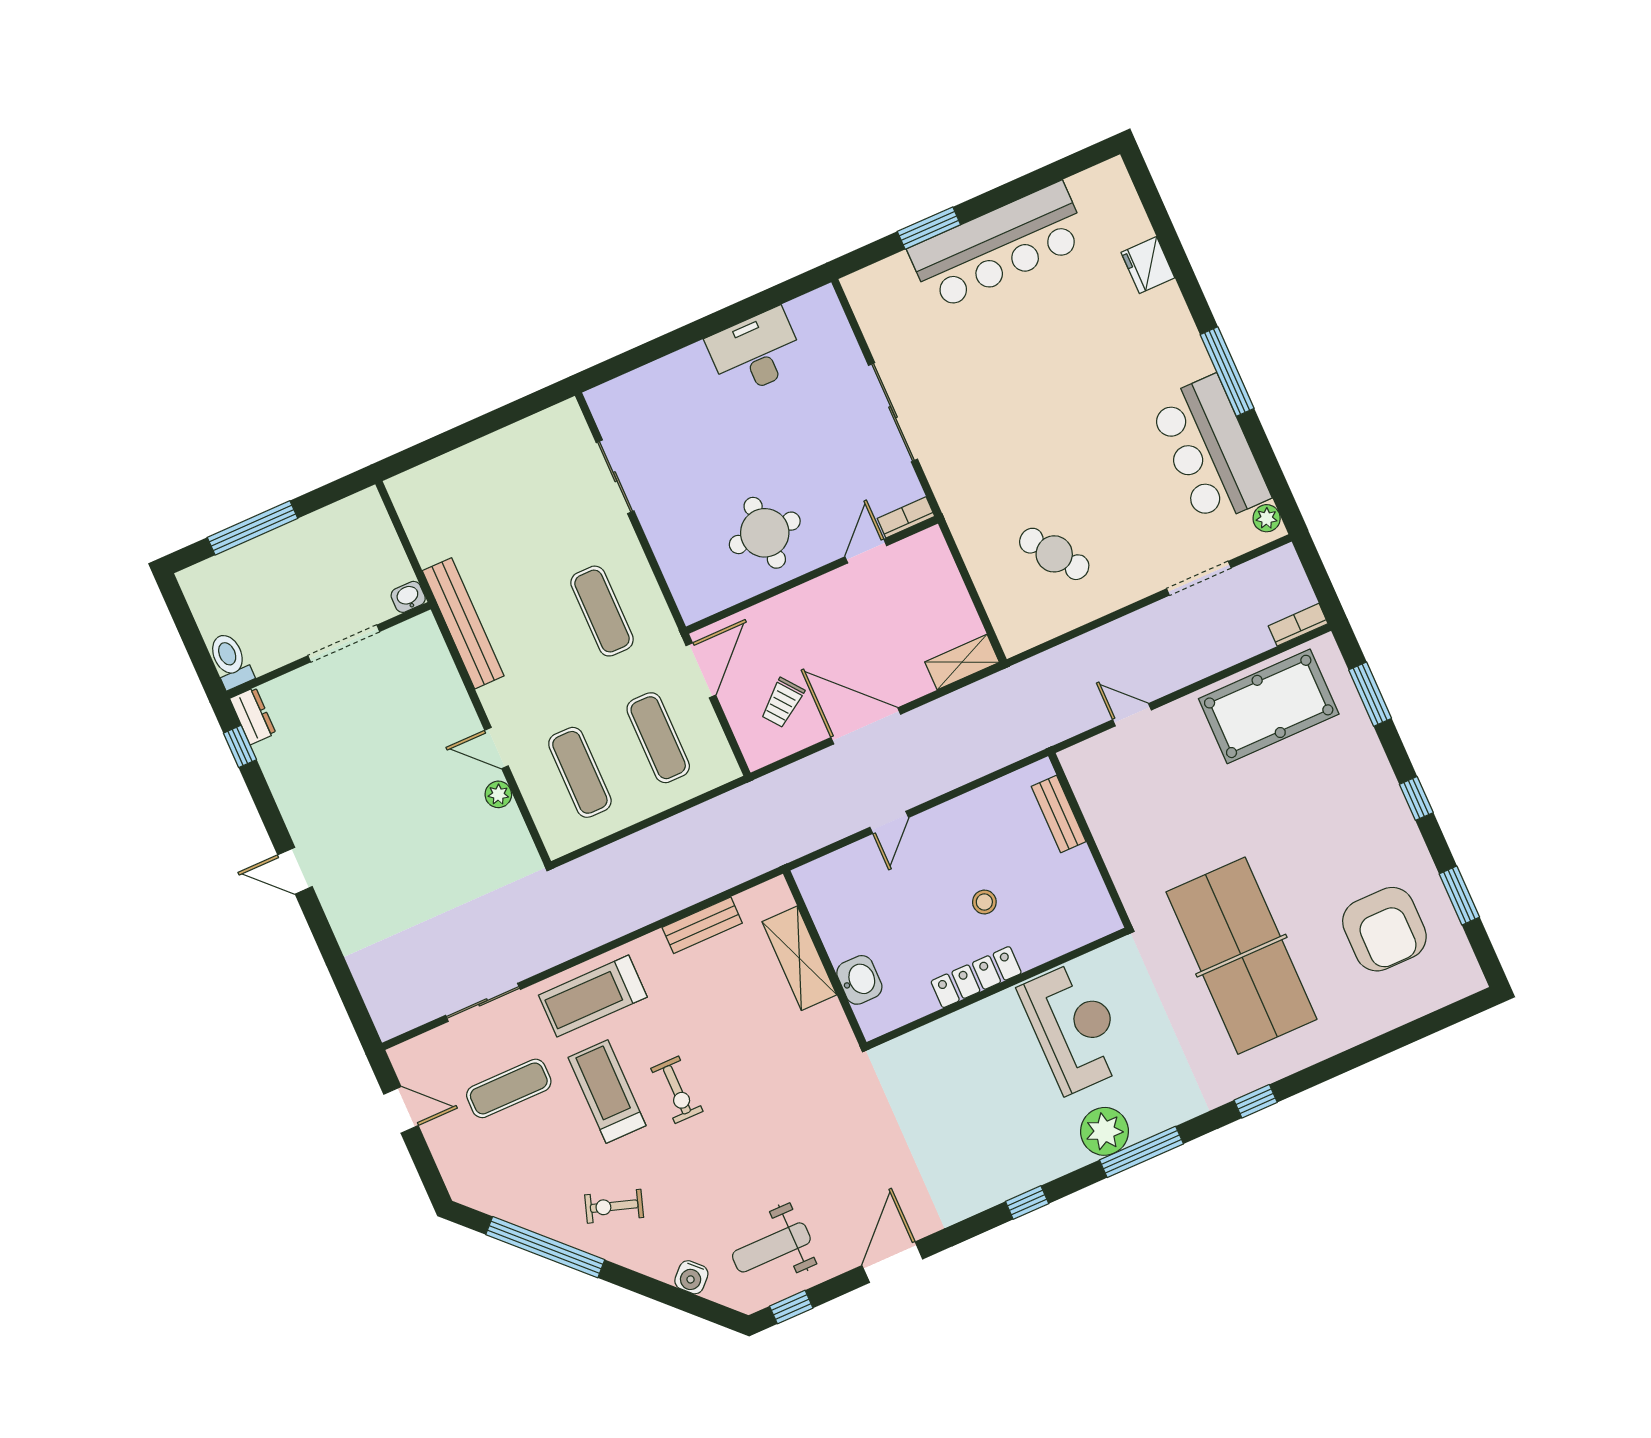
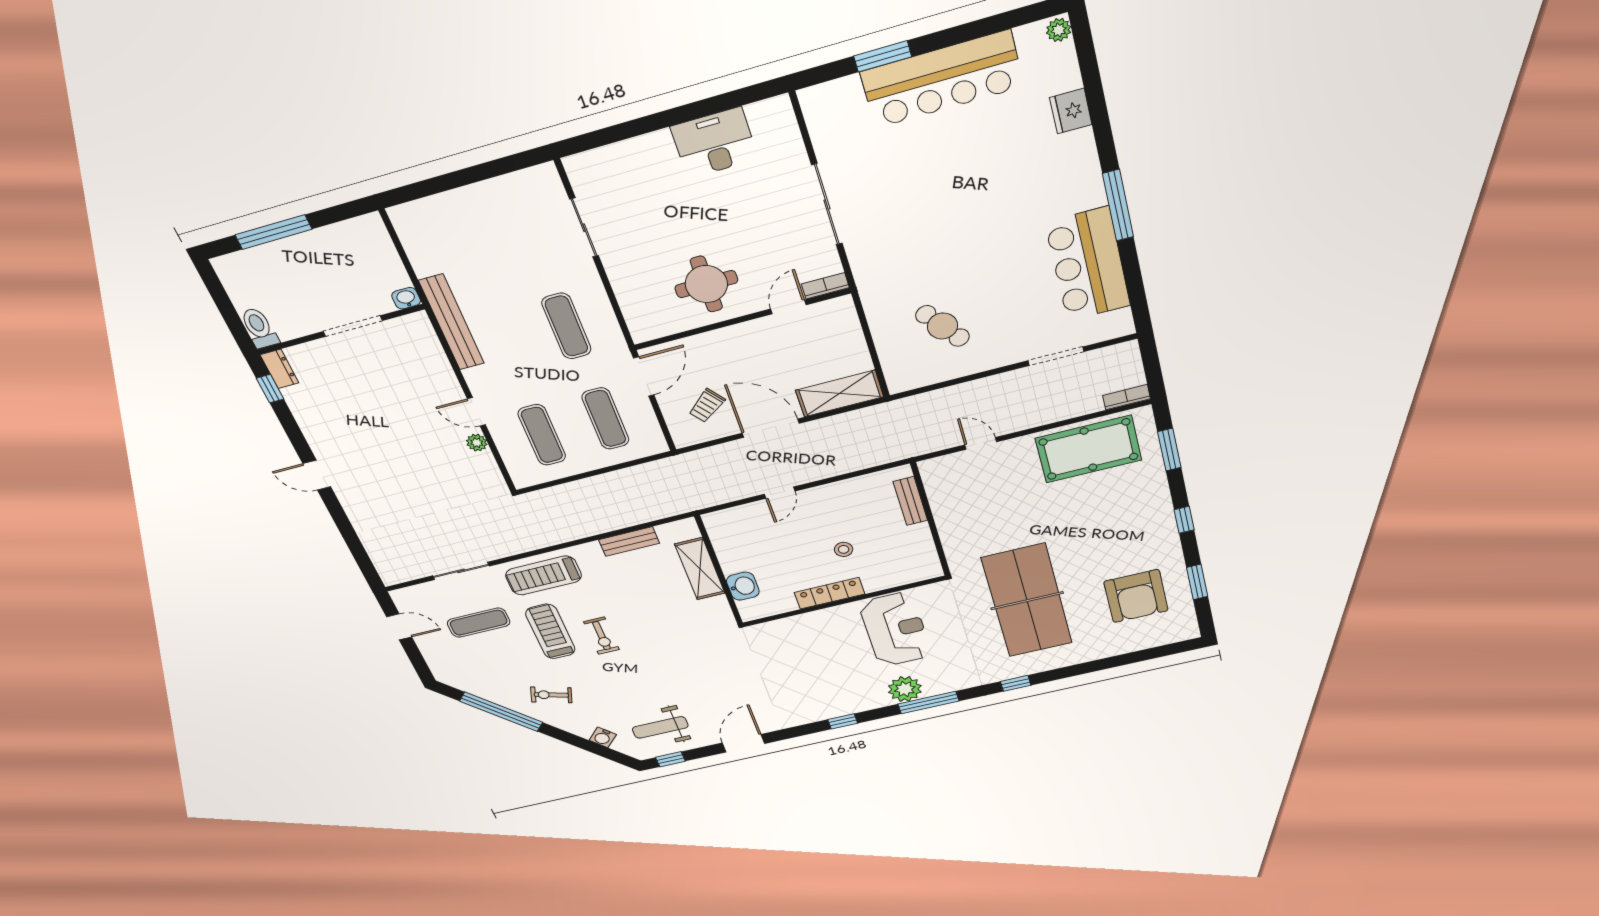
plant: (1267, 518) -> (1059, 30), moved
shelving: (962, 662) -> (840, 394), width x1.50, depth x1.33

